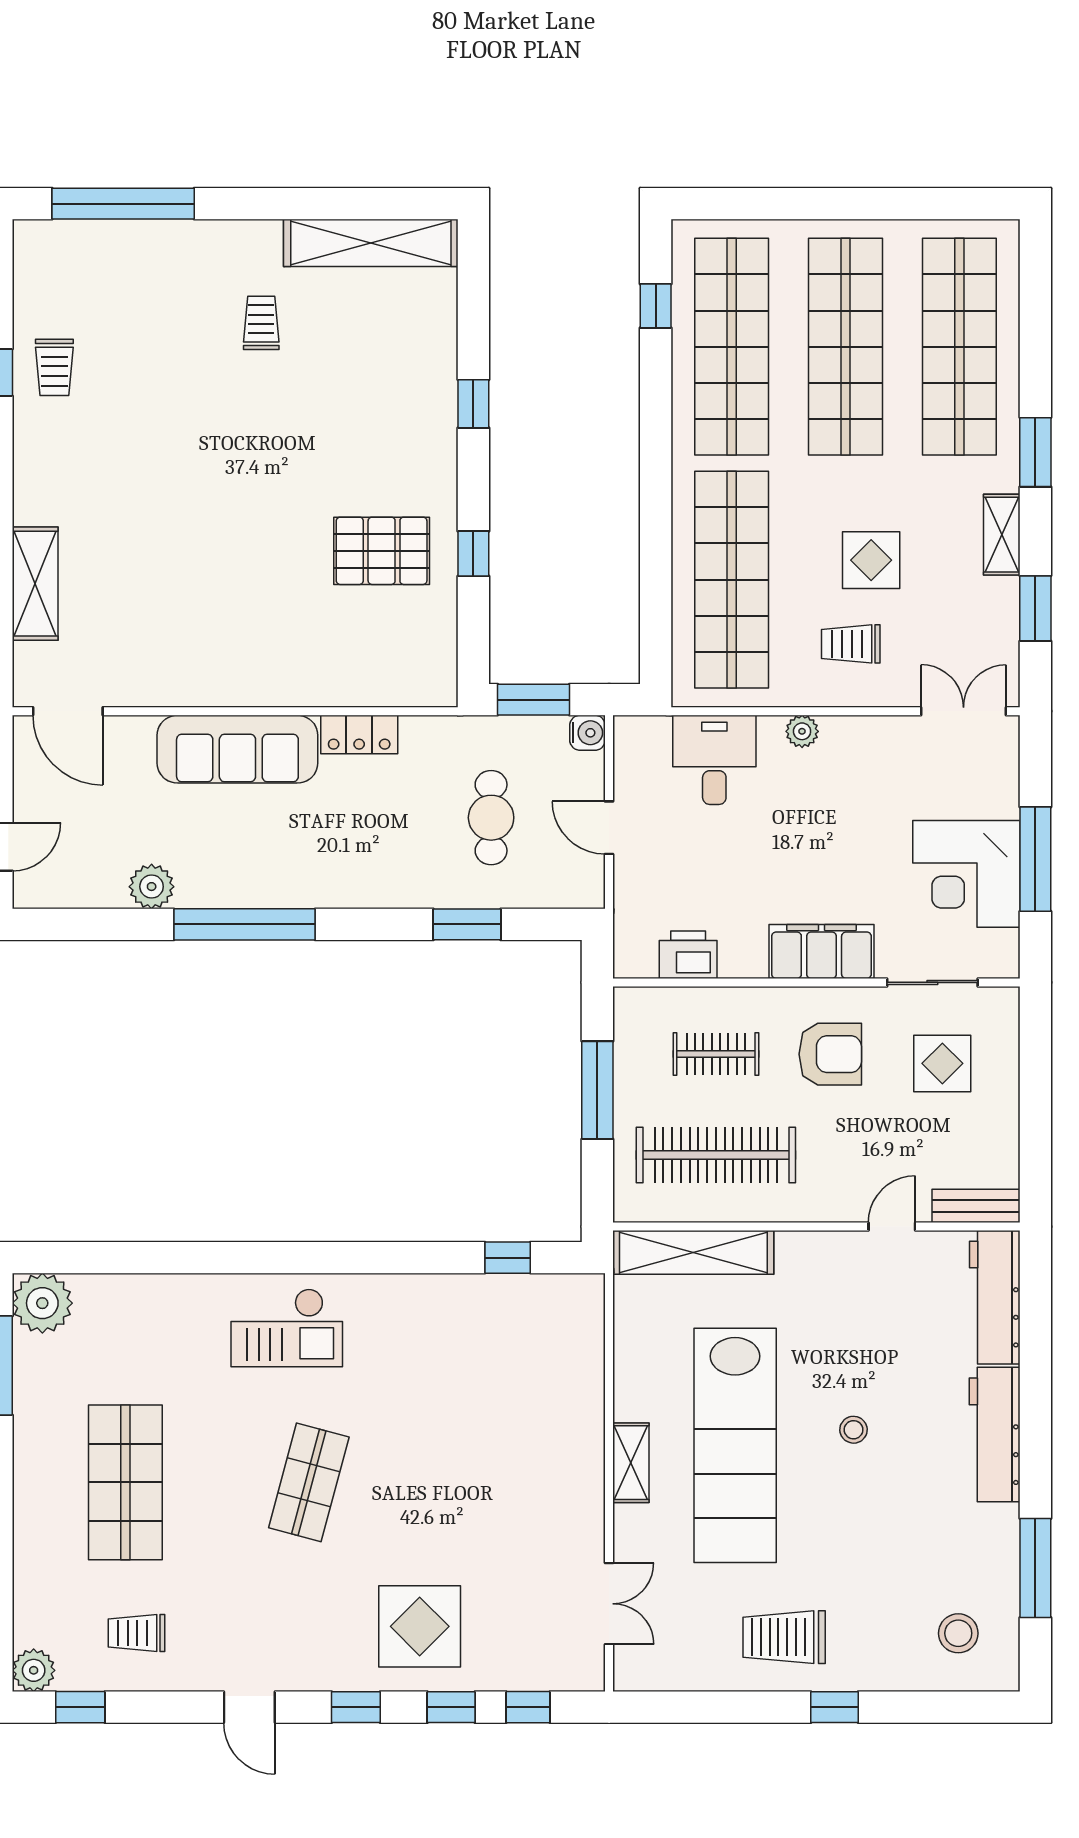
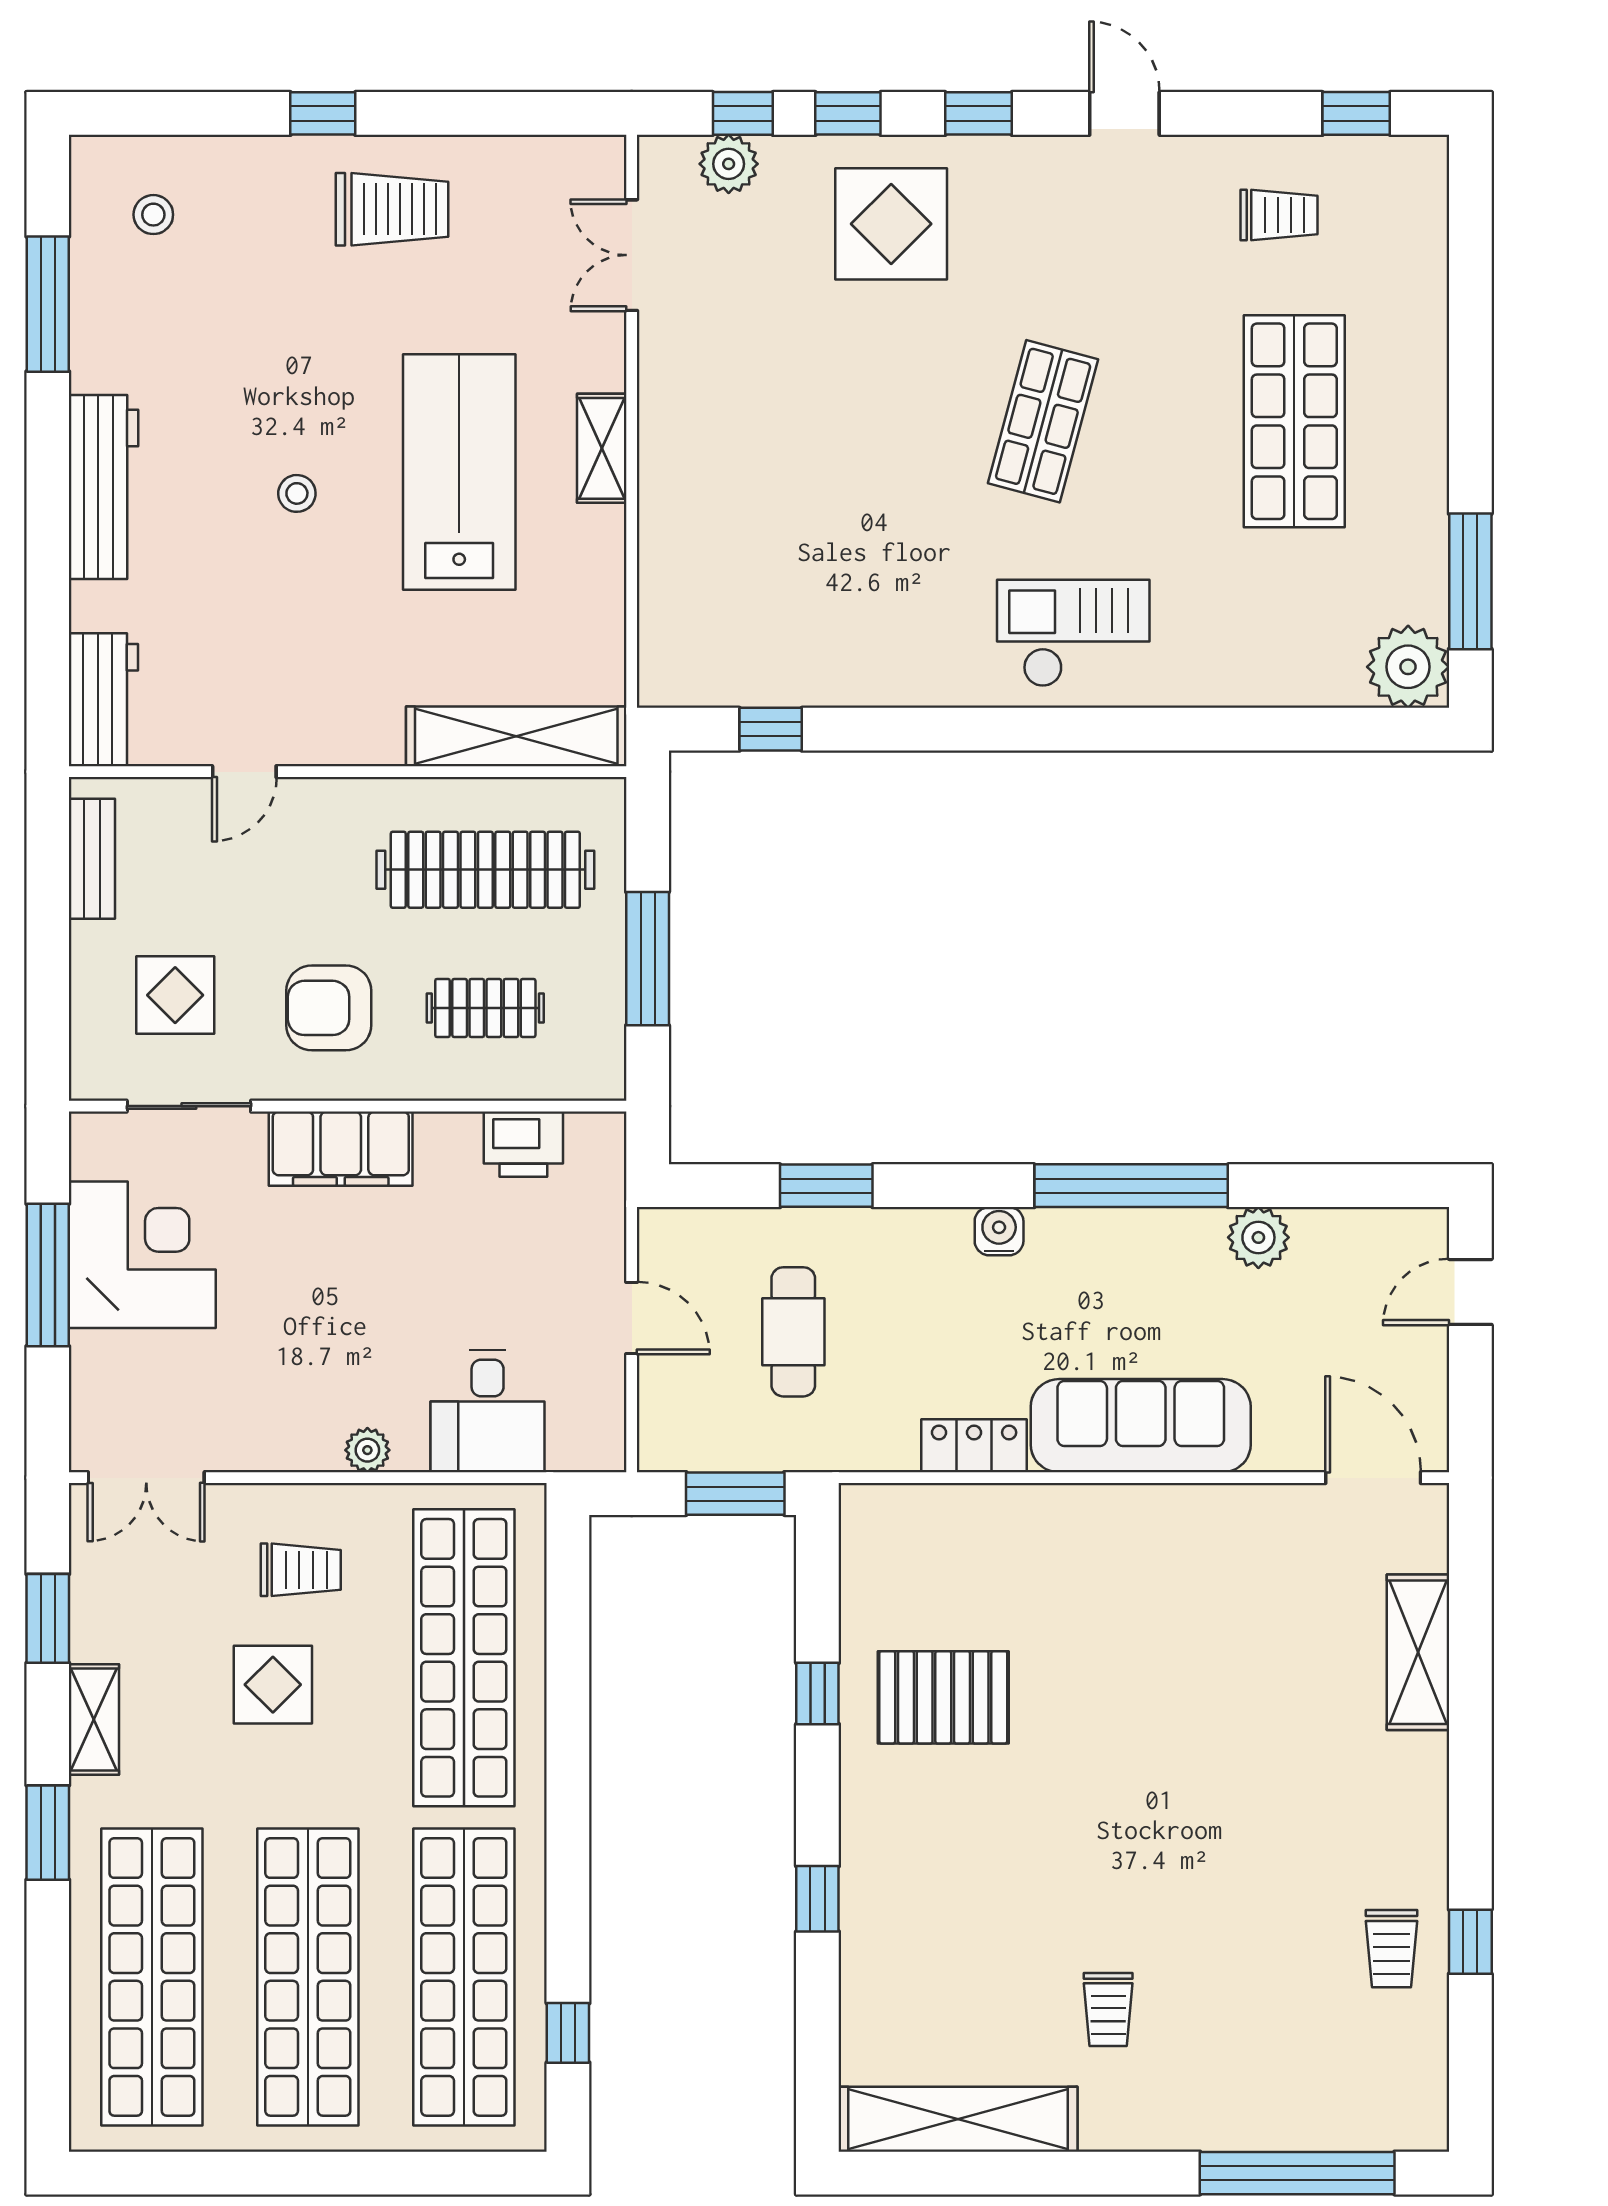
trolley: (54, 367) -> (1391, 1949), turned 180
water cooler: (588, 733) -> (999, 1231), moved, turned 90
bench: (976, 1206) -> (92, 859), moved, turned 90
workbench: (995, 1297) -> (103, 700), width x0.73
lab bench: (735, 1445) -> (459, 472), width x0.73
stool: (958, 1633) -> (153, 215), width x0.73, depth x0.73
plant: (34, 1670) -> (729, 164), moved

